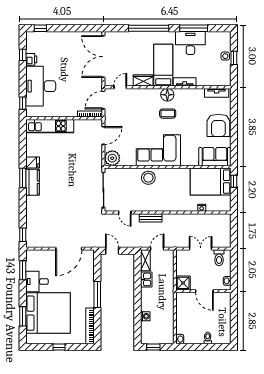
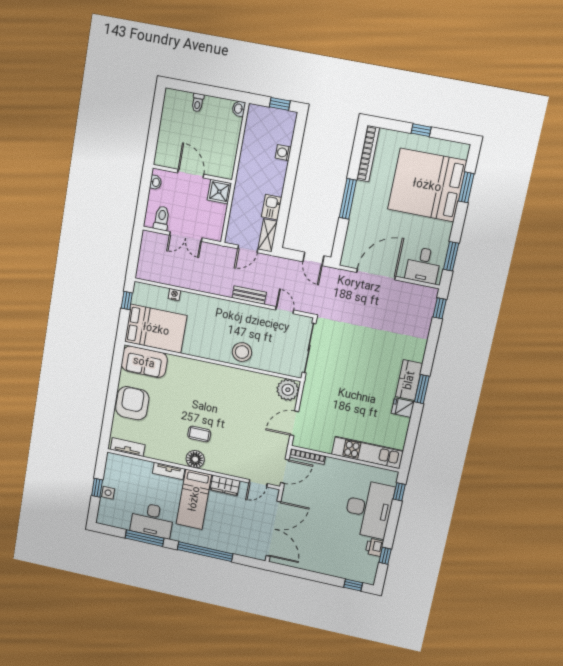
corner sofa: (158, 150) -> (221, 387), removed
window: (234, 181) -> (127, 301), moved
desk: (37, 282) -> (423, 265), moved, turned 90

